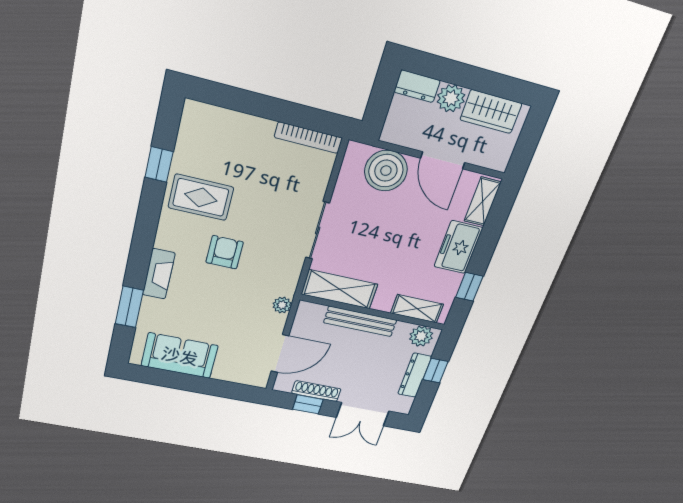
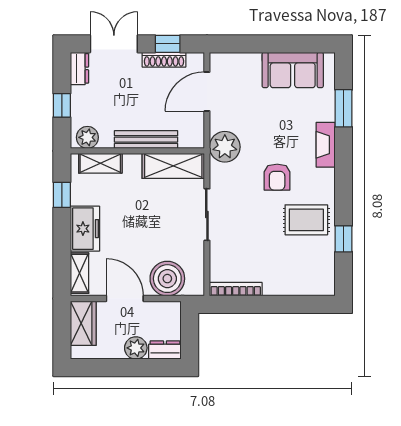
wardrobe: (491, 112) -> (83, 323), moved, turned 90
plant: (282, 305) -> (225, 147), width x1.88, depth x1.88
dresser: (415, 375) -> (79, 68), moved, width x0.70

